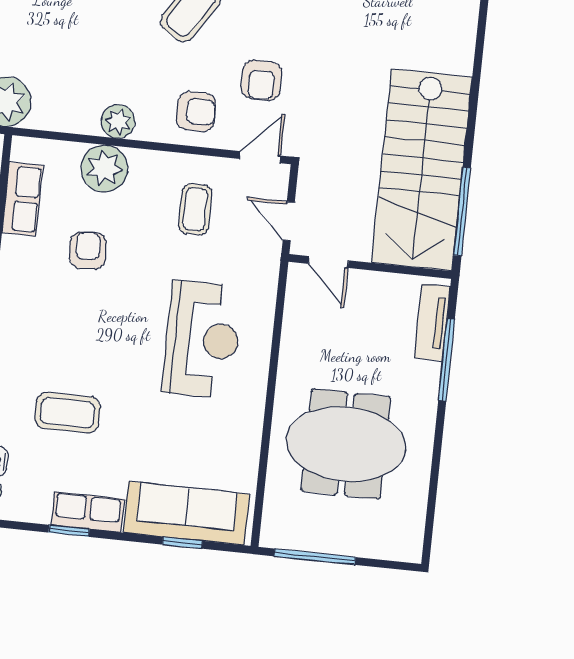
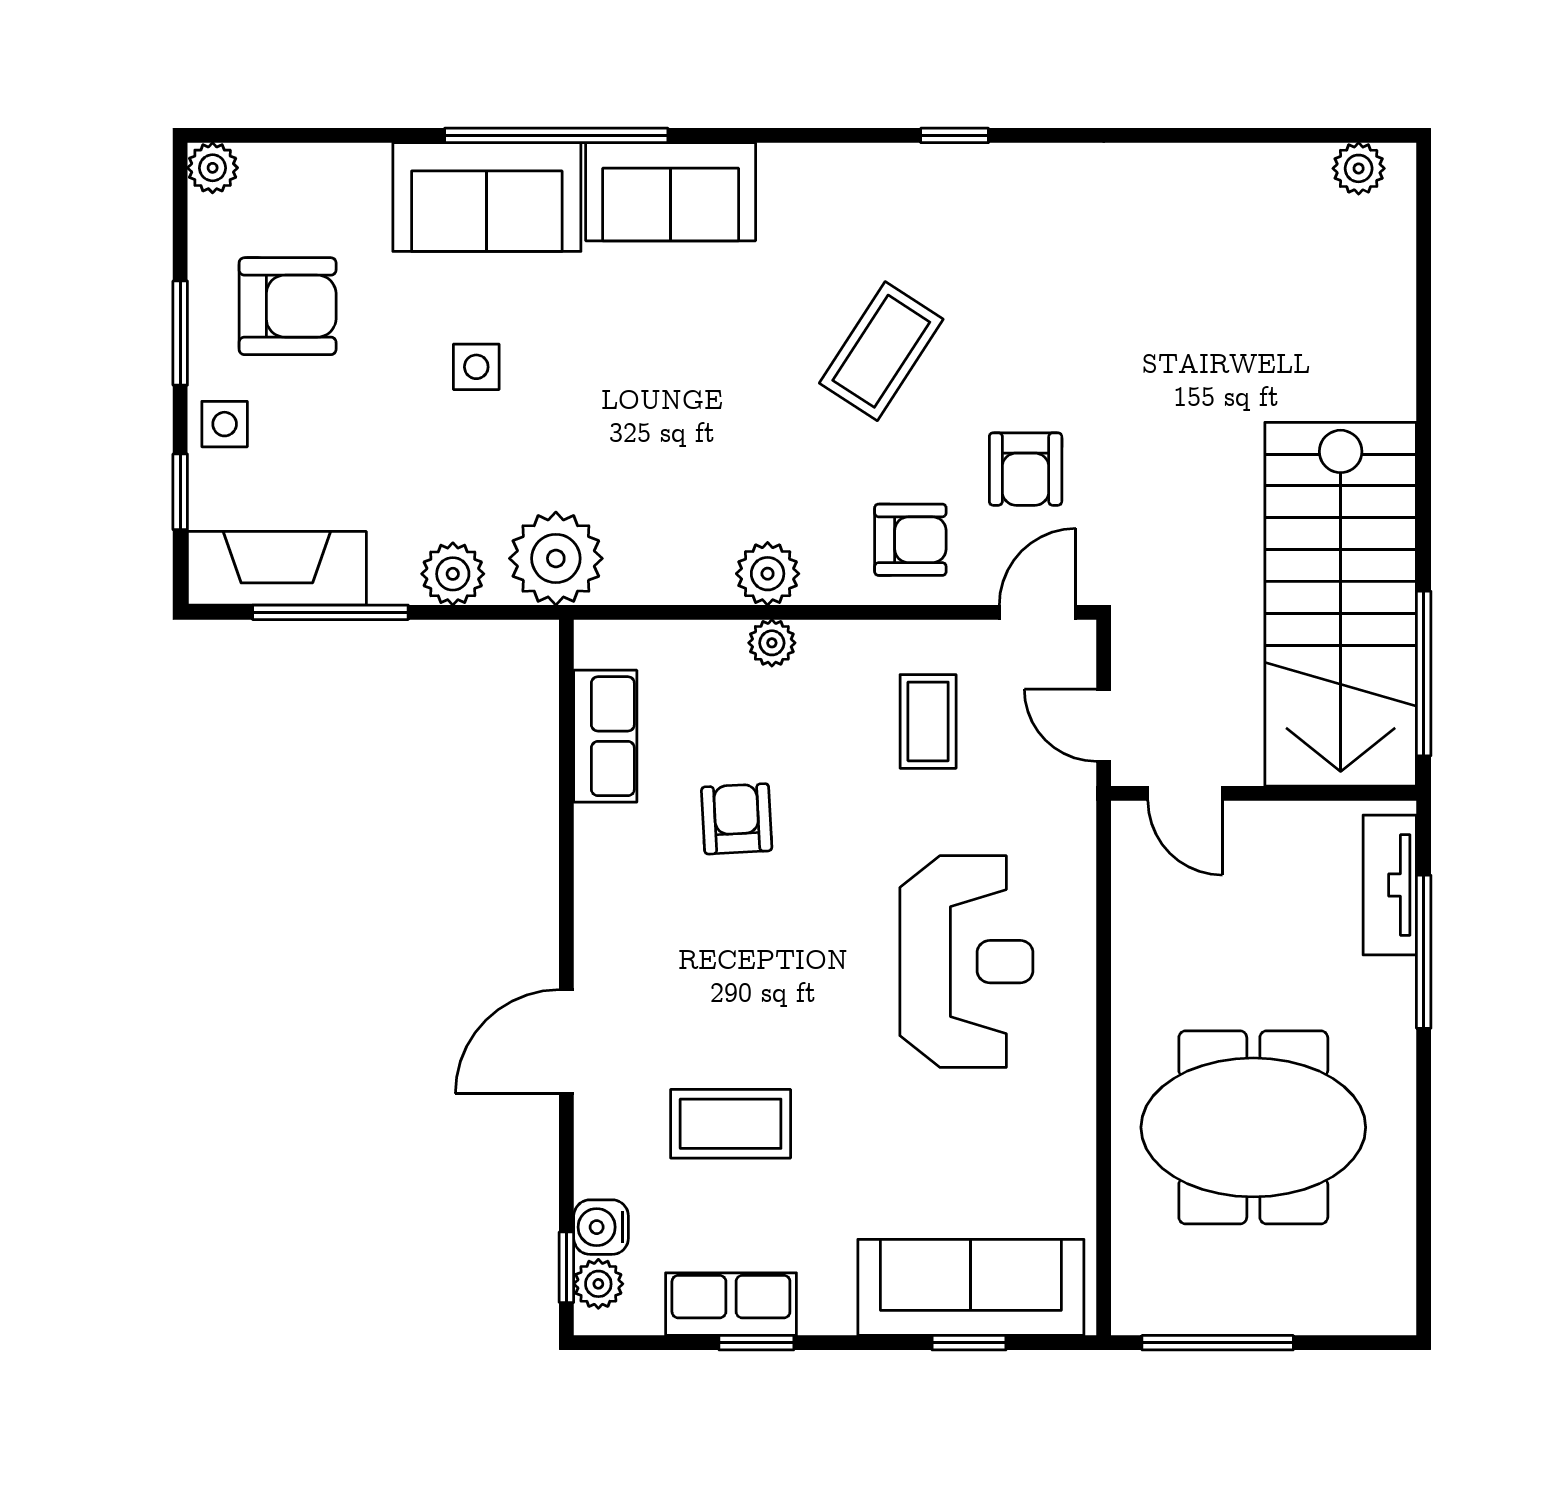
plant: (104, 168) -> (772, 643), width x0.53, depth x0.53
row of seats: (88, 512) -> (731, 1304), moved

